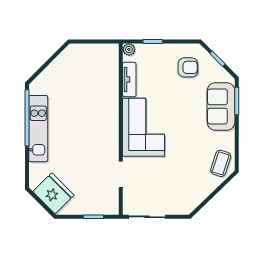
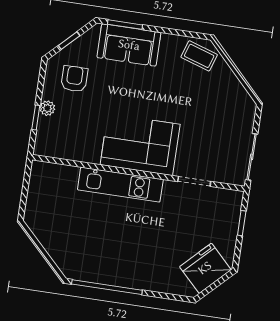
plant: (129, 50) -> (47, 108), moved
tv unit: (129, 79) -> (78, 153), removed
kitchen unit: (38, 129) -> (120, 185), moved, turned 180

